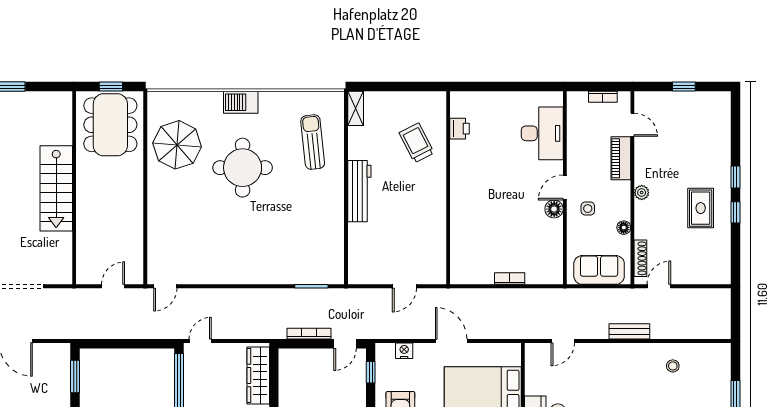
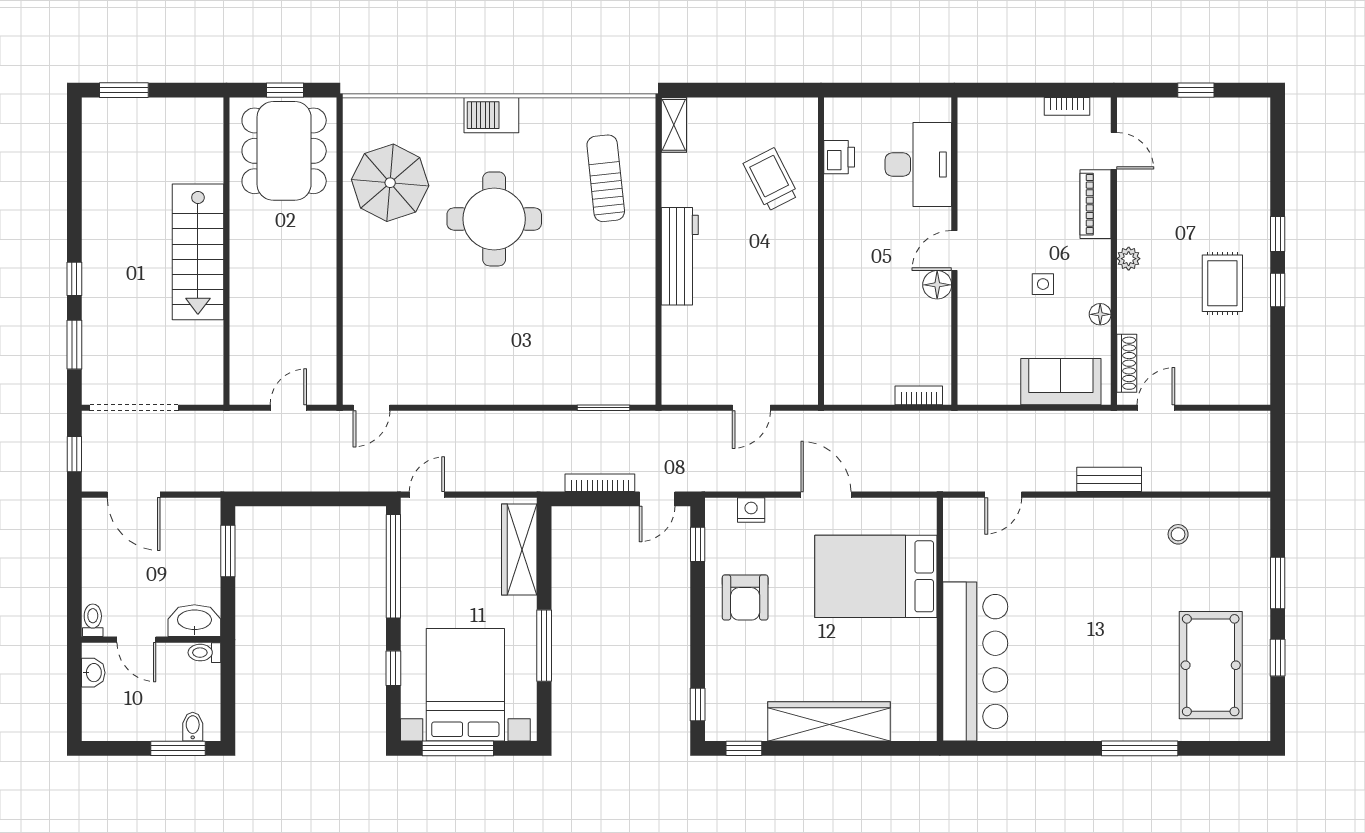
desk: (542, 133) -> (918, 165), moved
door: (565, 187) -> (954, 251), moved
wall: (565, 188) -> (954, 251), moved
floor lamp: (554, 209) -> (937, 285), moved

